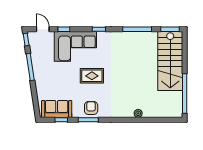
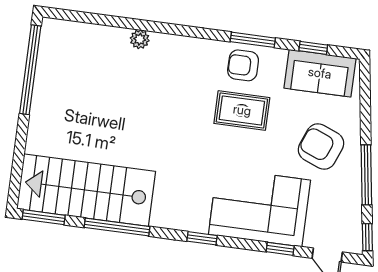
stairs: (170, 61) -> (86, 190), moved, turned -90
rug: (92, 76) -> (242, 110), moved
armchair: (52, 77) -> (321, 147), added
armchair: (91, 108) -> (243, 65), turned 90

